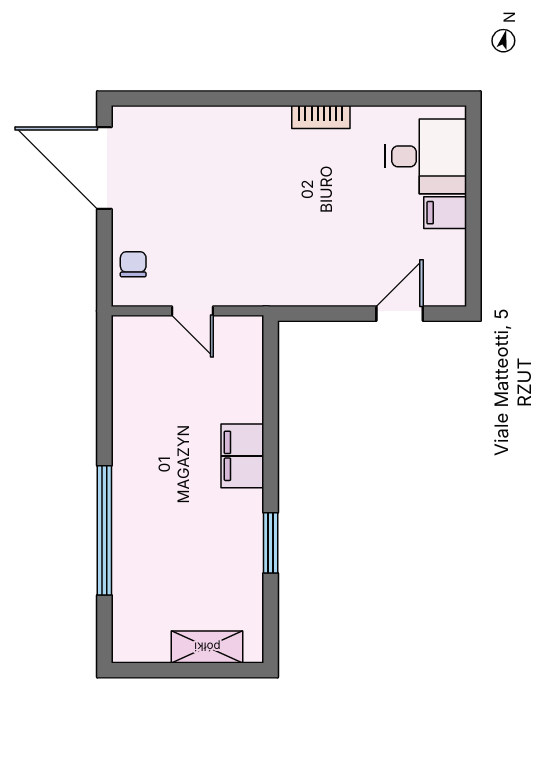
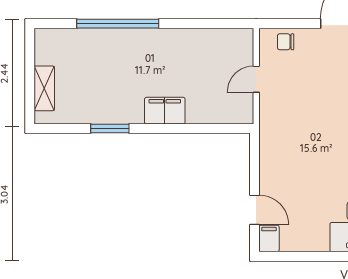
filing cabinet: (445, 213) -> (269, 239), moved
chair: (133, 264) -> (286, 42), turned 180

